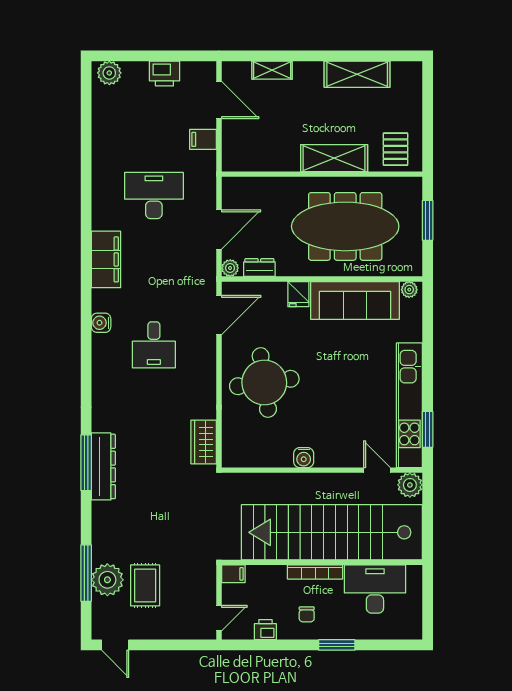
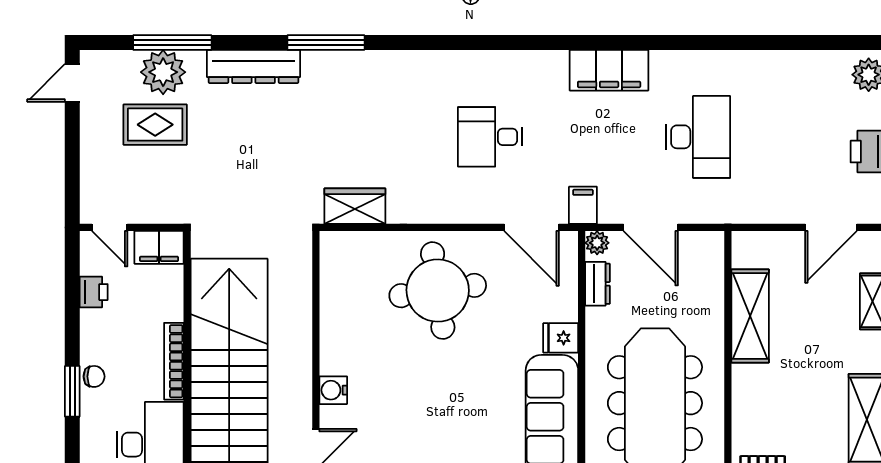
filing cabinet: (203, 139) -> (583, 205), moved
shelving: (334, 158) -> (750, 316), moved
water cooler: (101, 323) -> (521, 63), removed
water cooler: (304, 458) -> (333, 390), moved
dresser: (103, 466) -> (253, 66), moved
filing cabinet: (233, 574) -> (159, 247), width x2.00
chair: (307, 614) -> (94, 376), moved, turned 180

